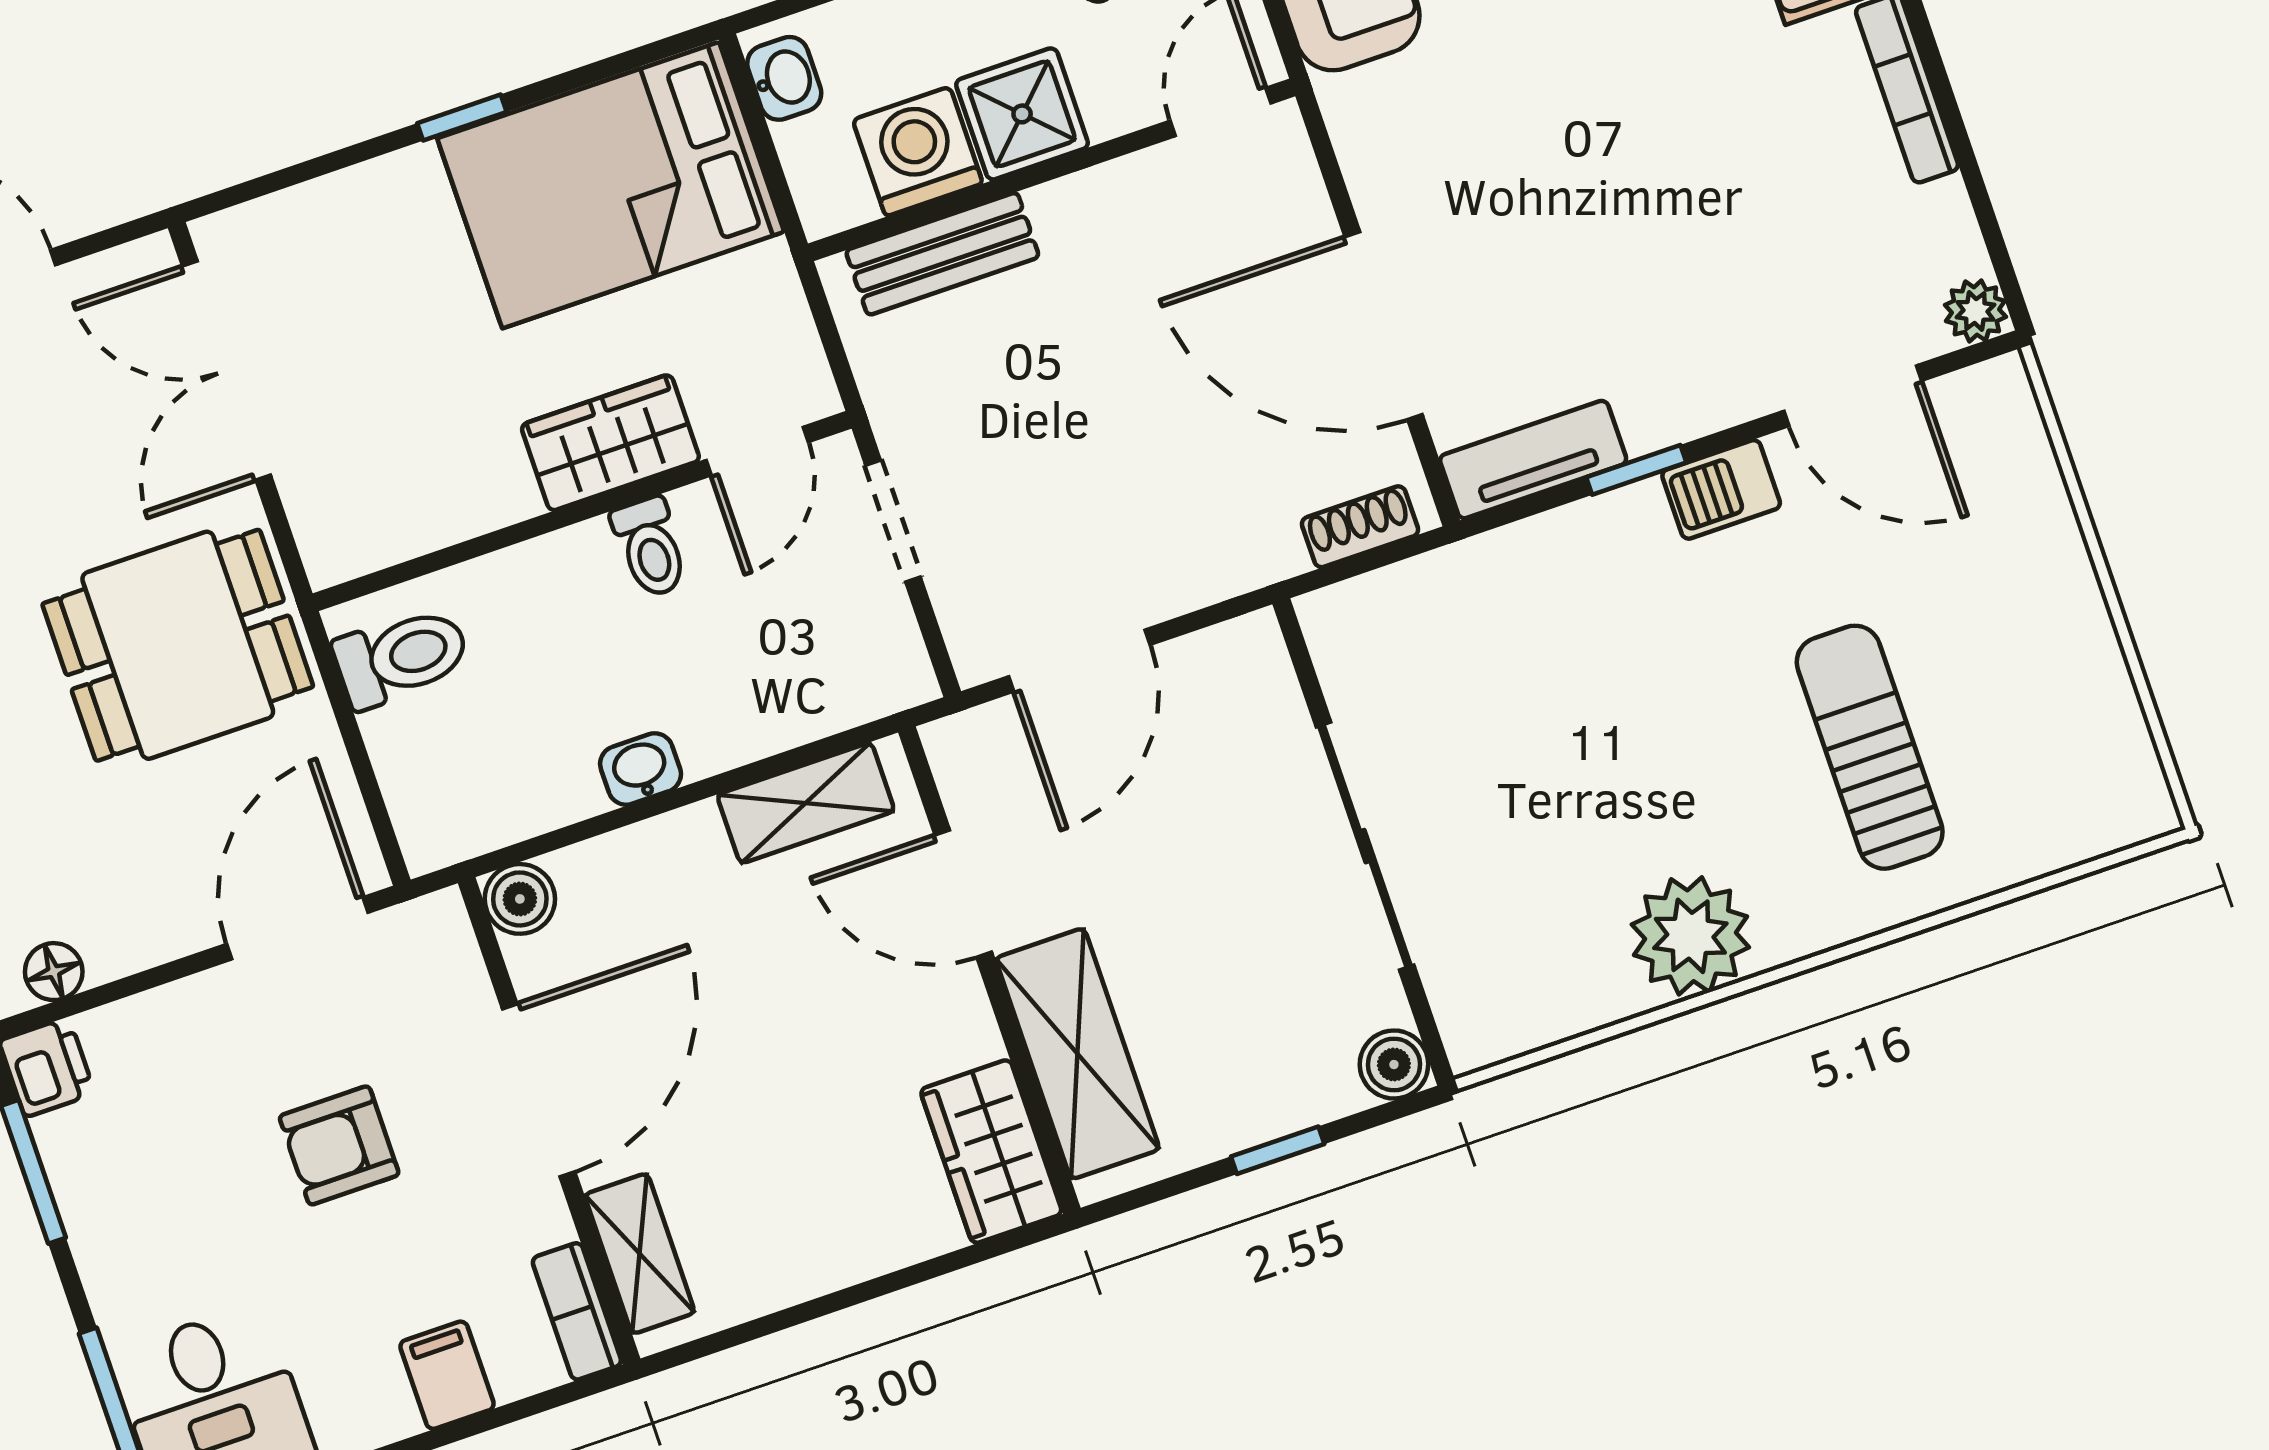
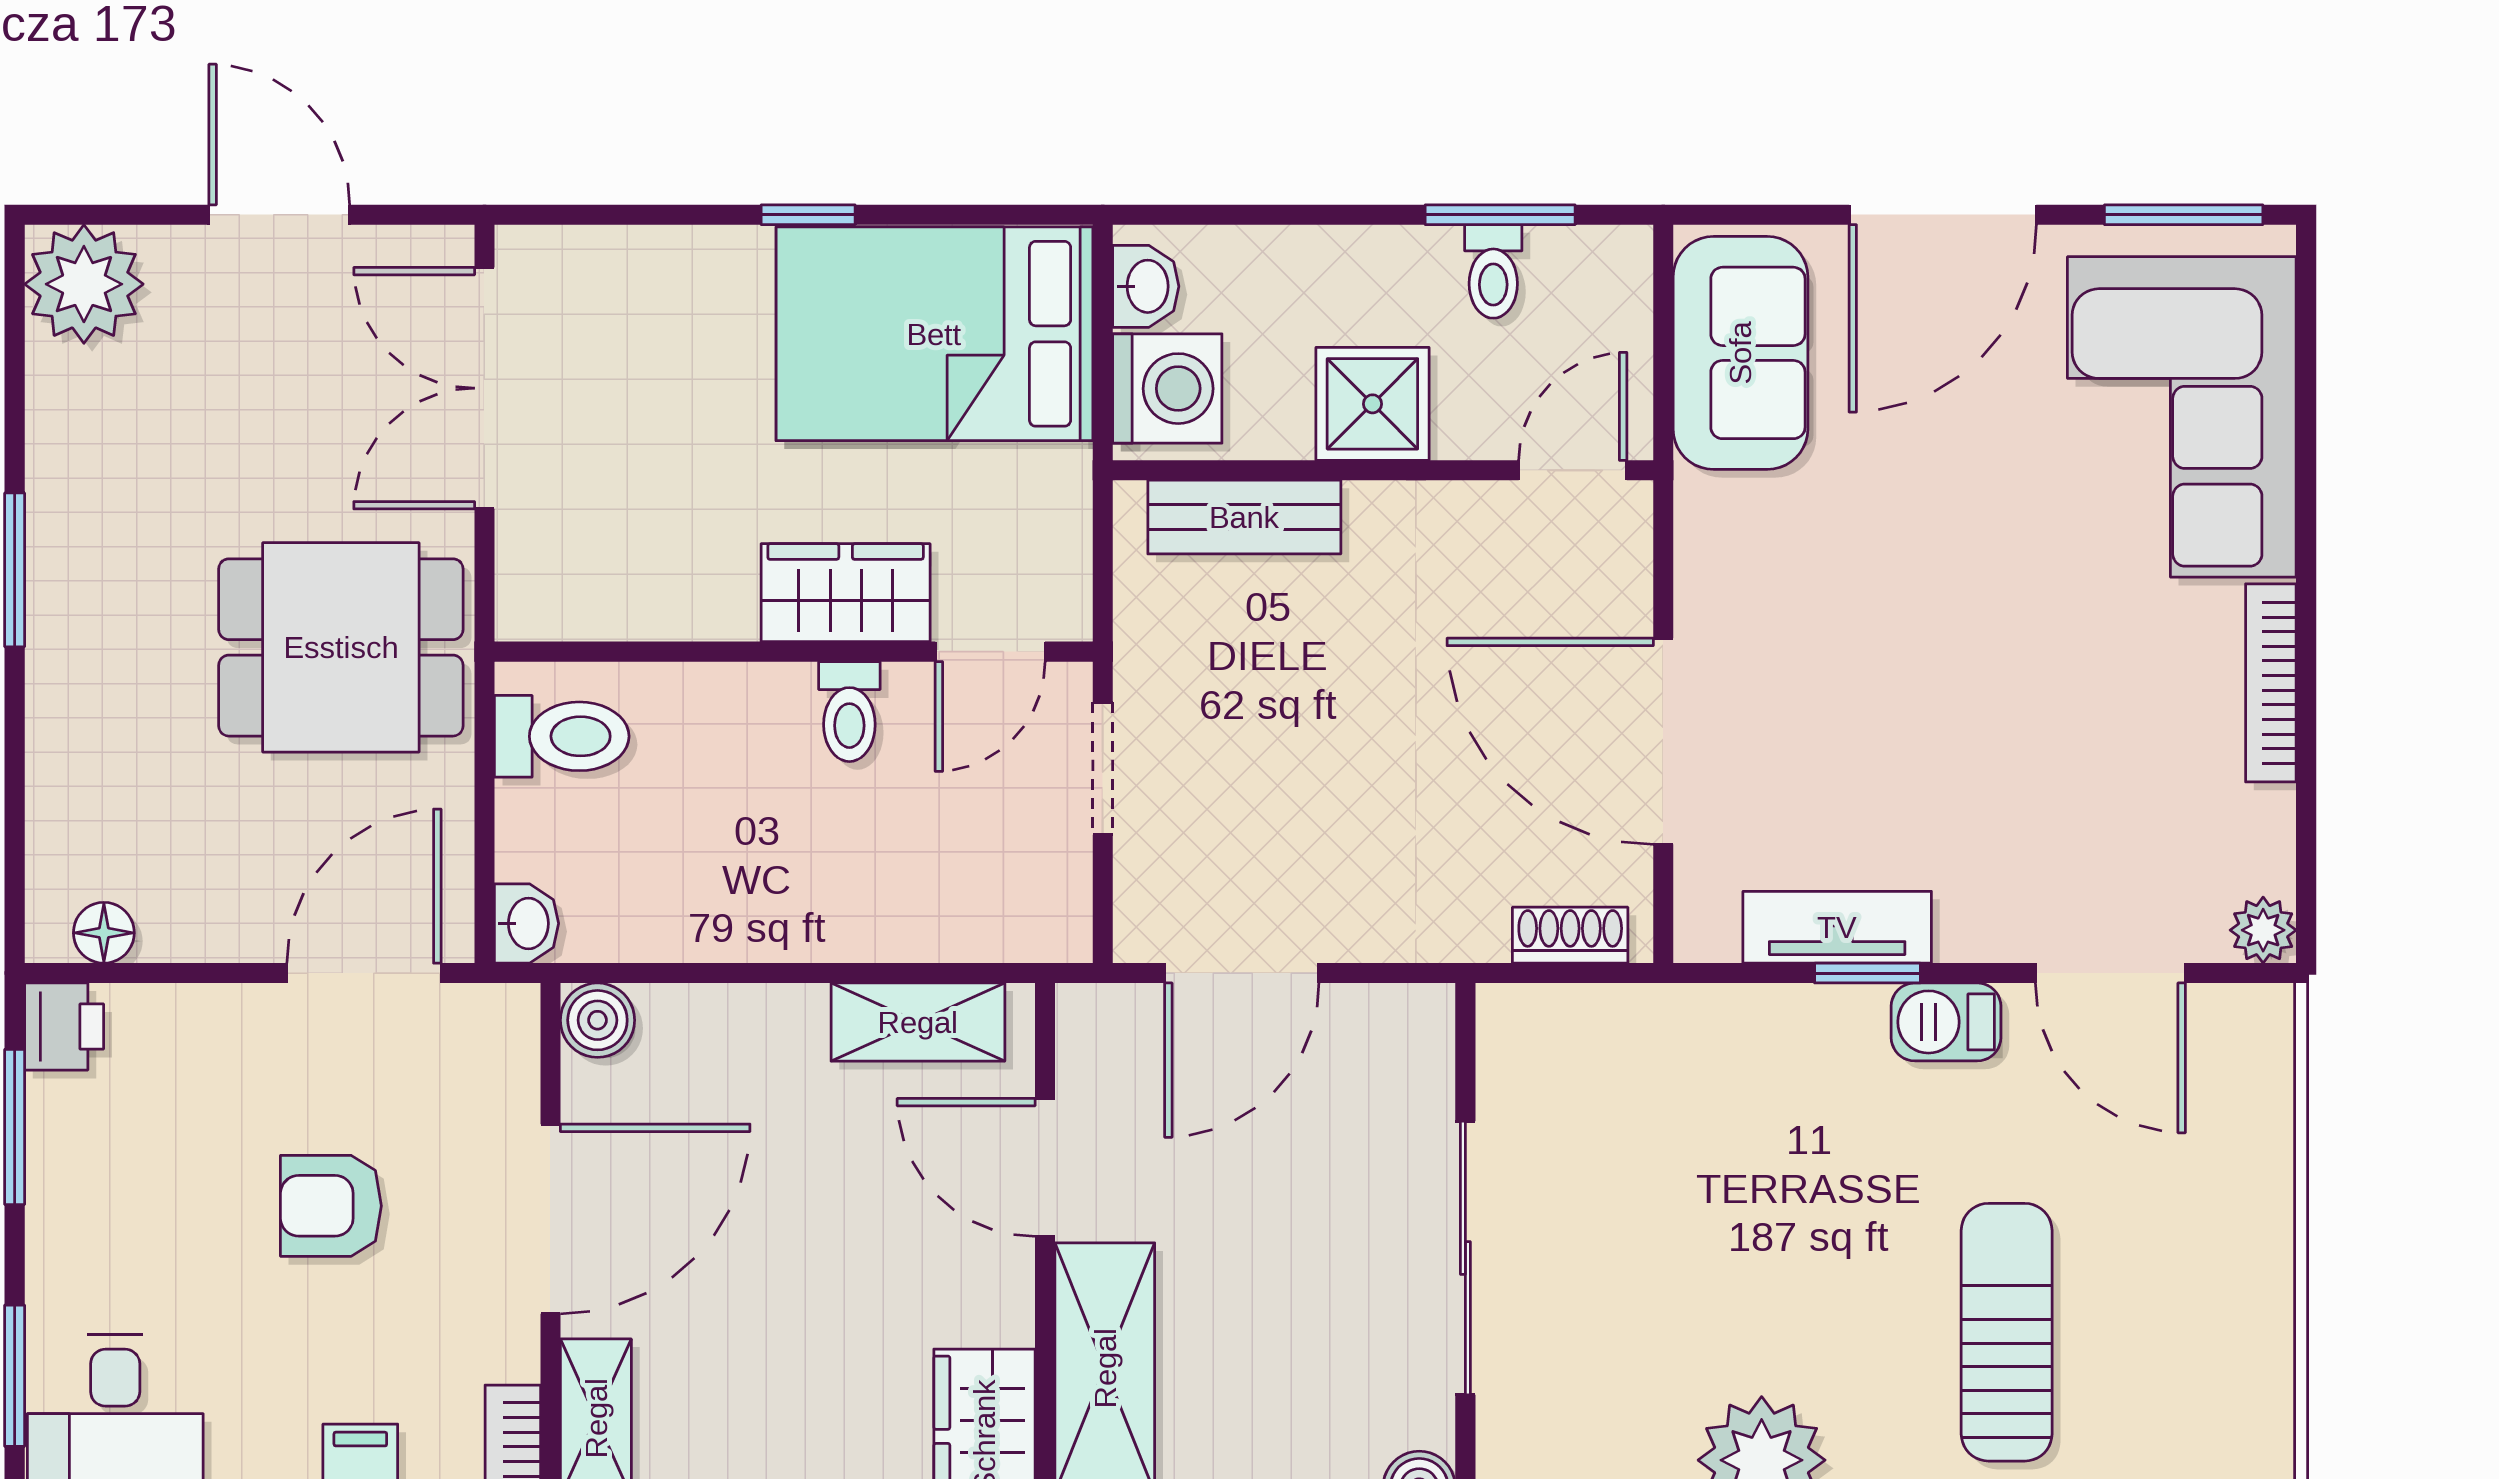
washing machine: (918, 152) -> (1167, 389), moved, turned 90
tv unit: (1533, 460) -> (1837, 927), moved
washbasin: (641, 769) -> (526, 923), moved, turned 90

